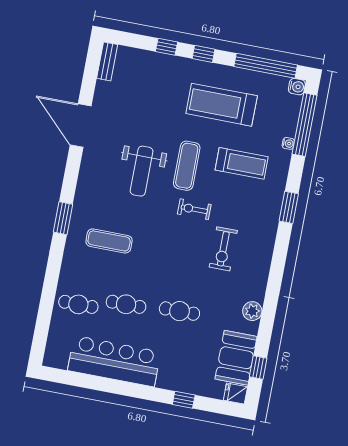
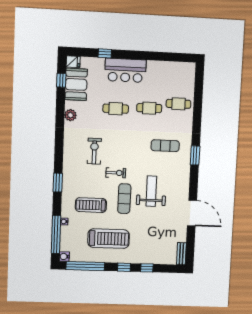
bar counter: (114, 361) -> (125, 70), moved, width x0.73

